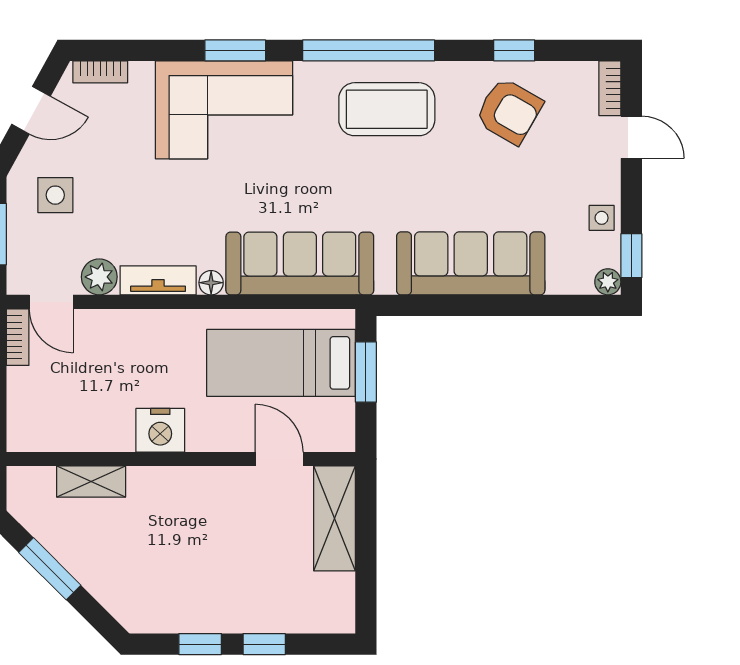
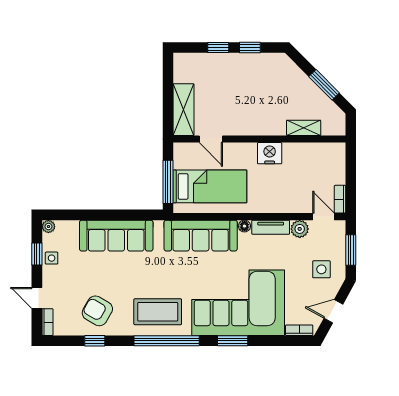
corner sofa: (224, 110) -> (238, 303), width x1.36, depth x1.36
window: (631, 256) -> (37, 254), moved
window: (366, 372) -> (168, 182), width x1.44

